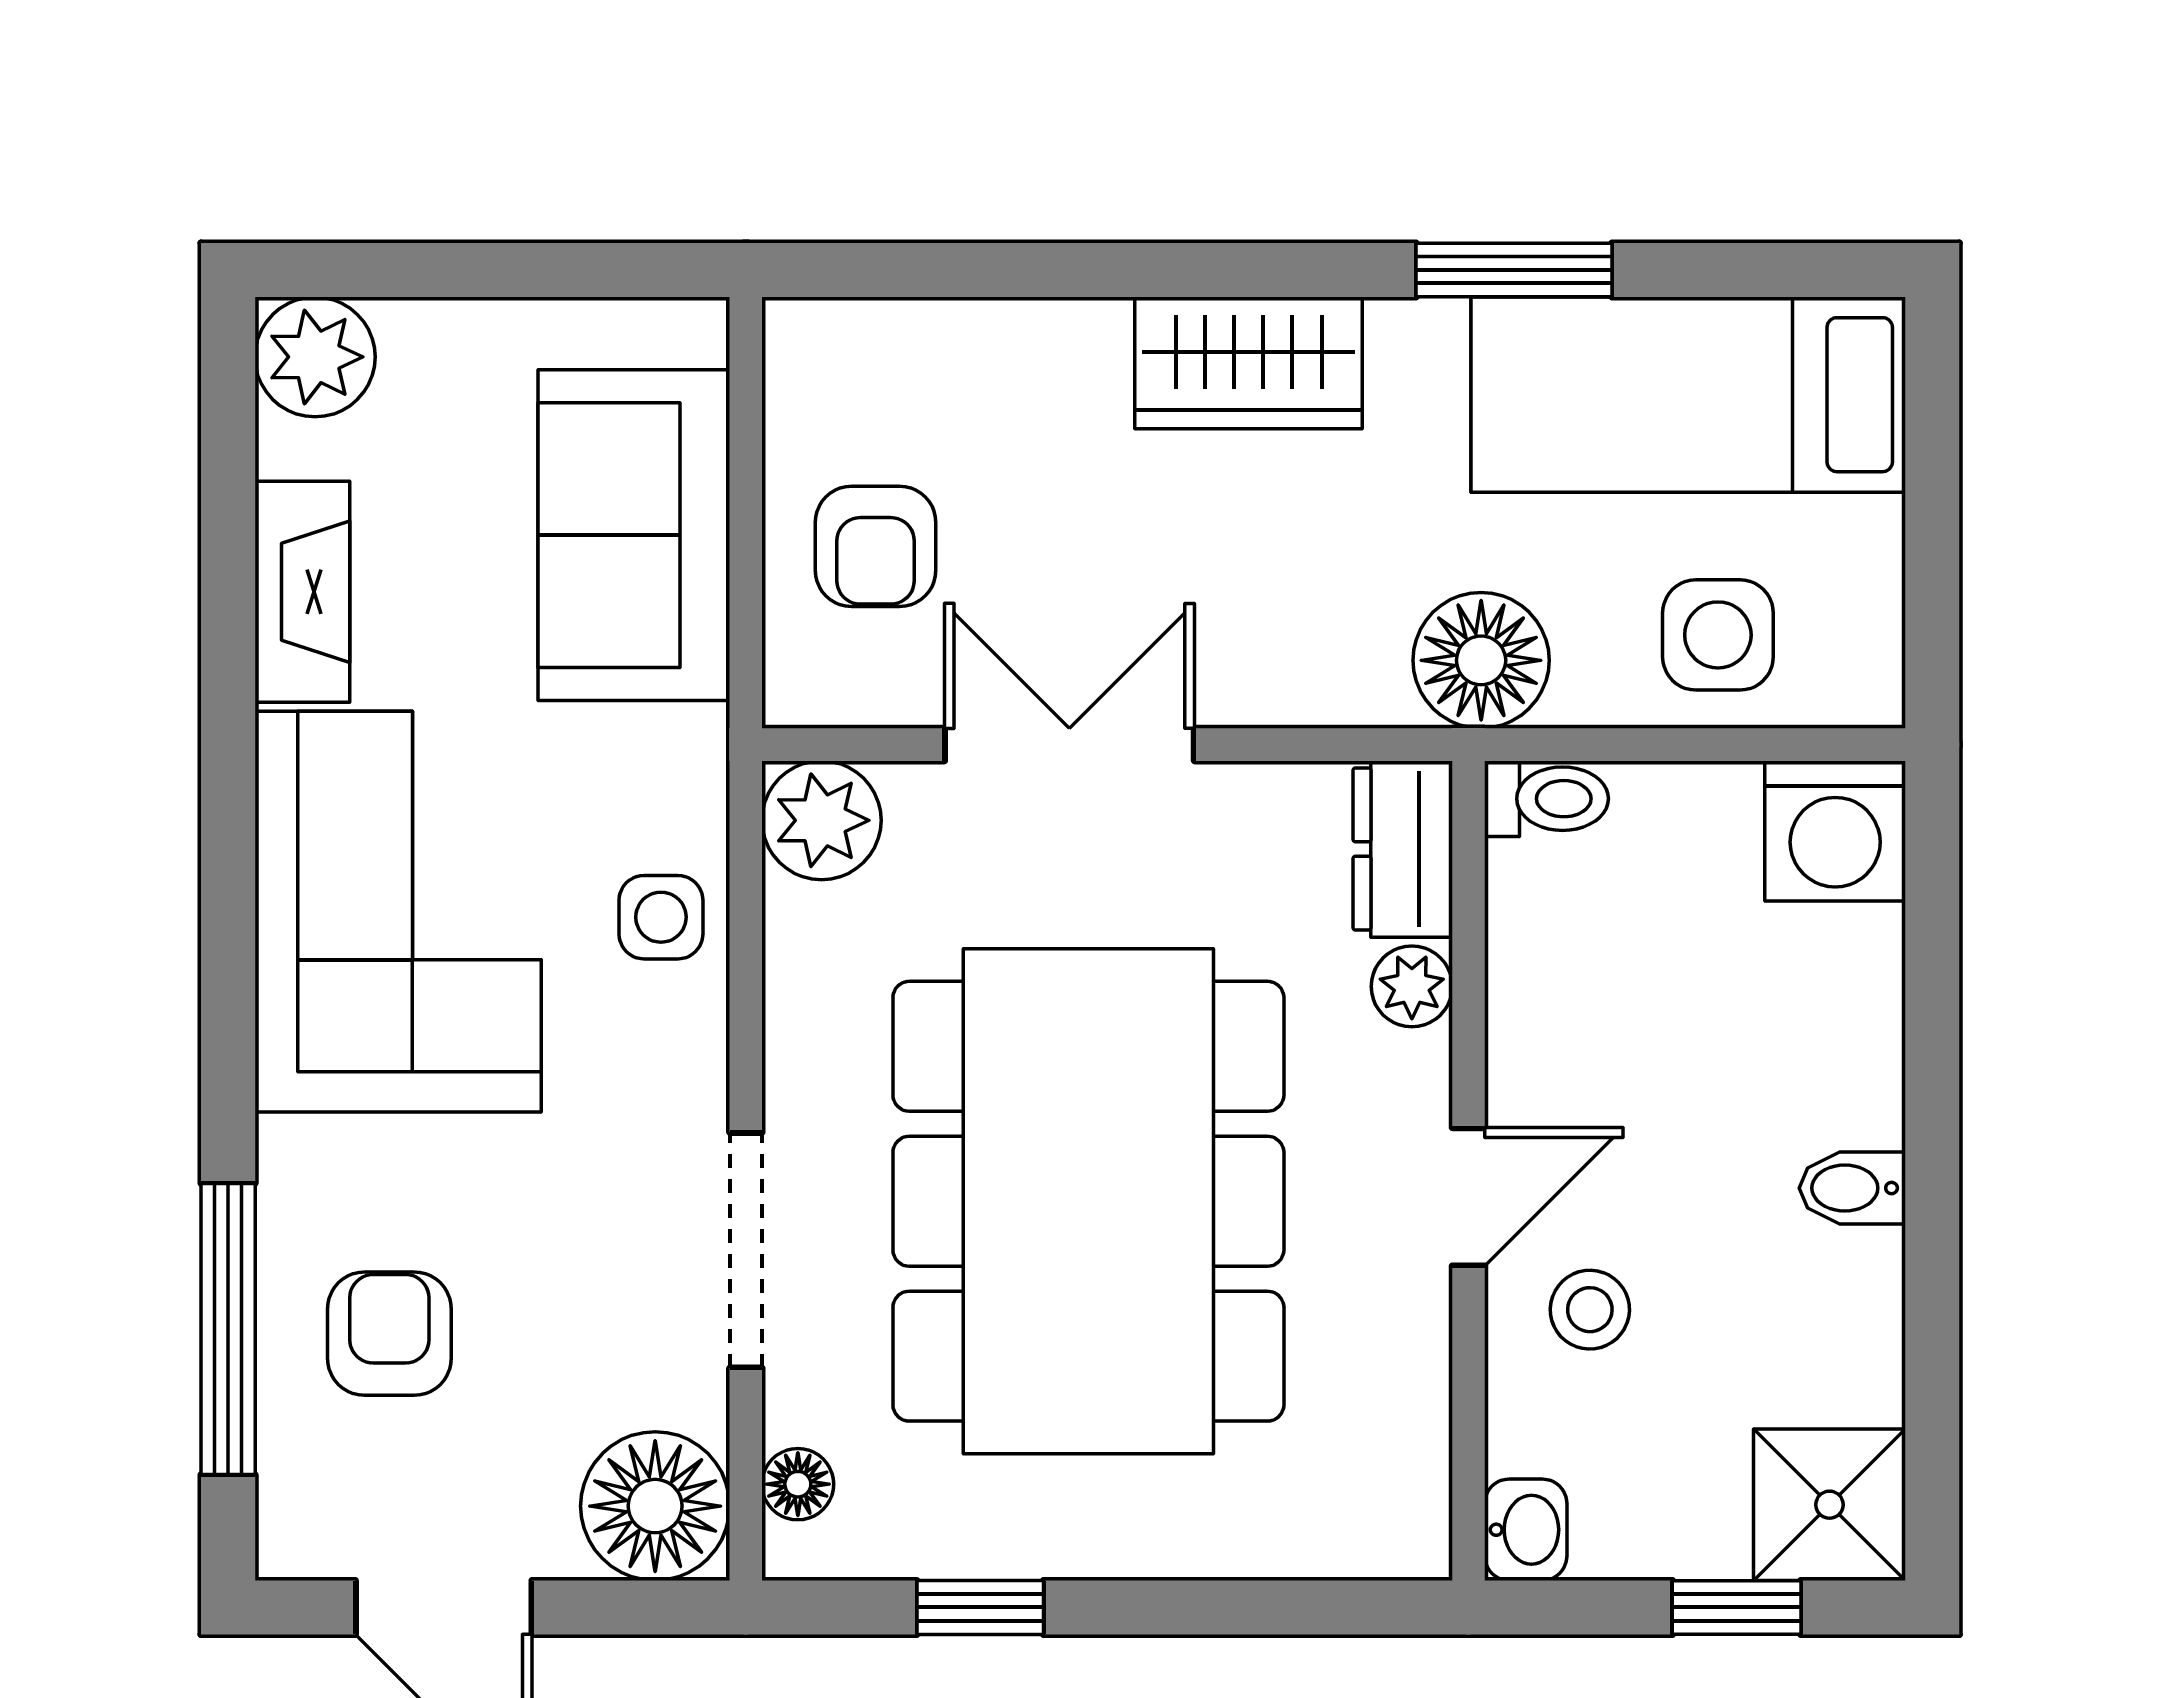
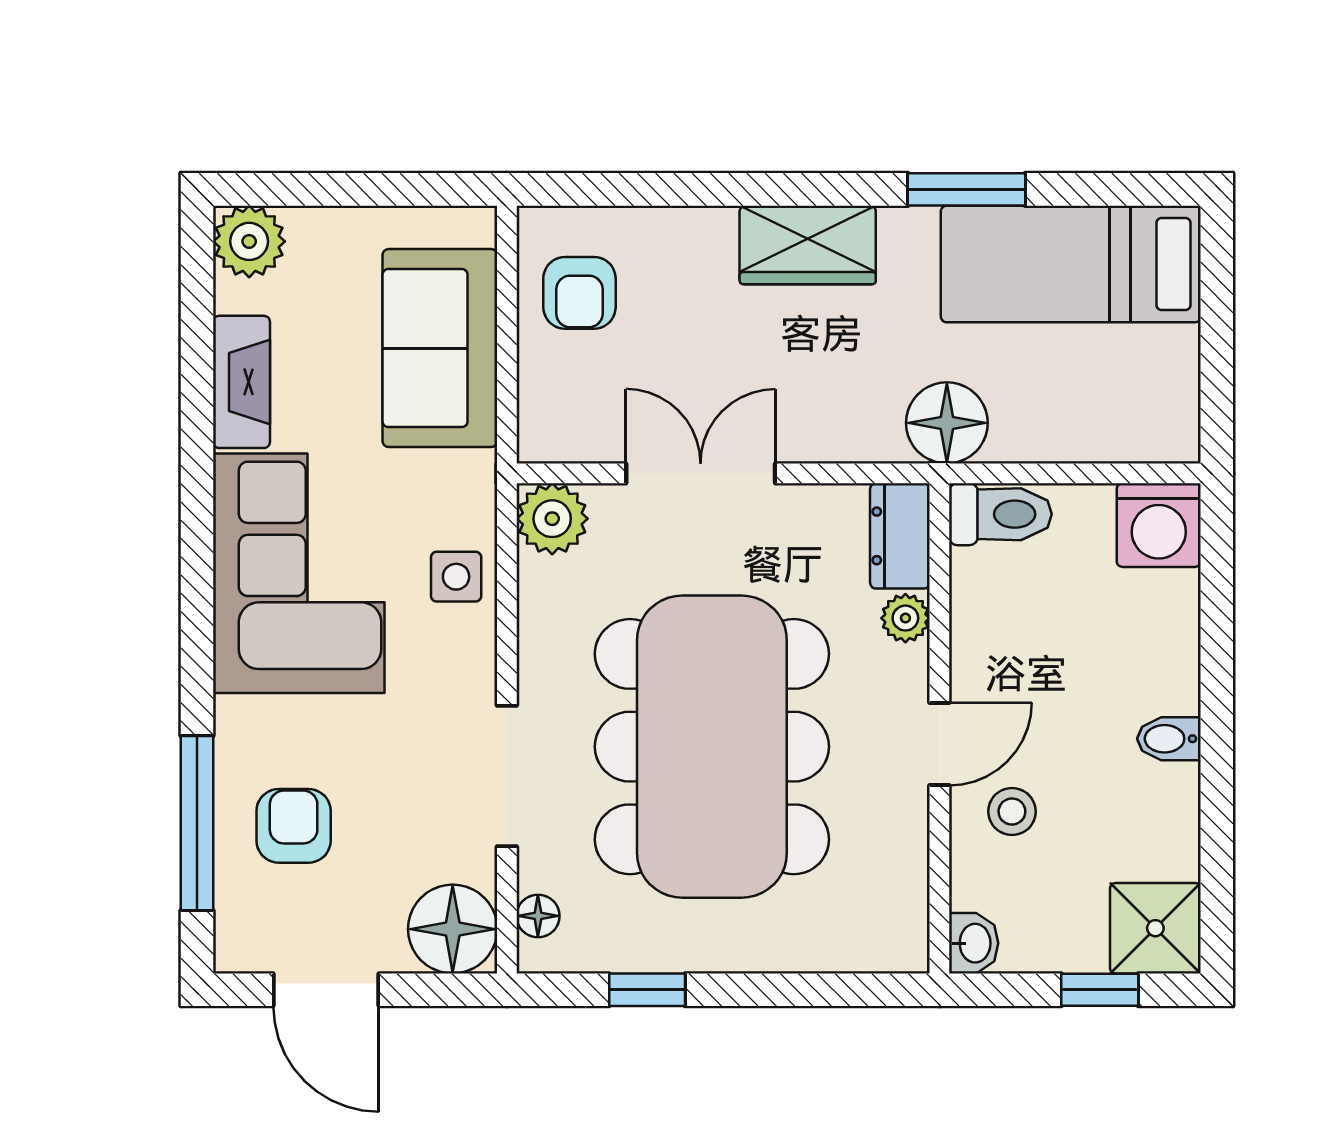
armchair: (876, 546) -> (579, 293), moved
side table: (1718, 635) -> (1089, 408), removed
toilet: (1546, 799) -> (1000, 514), width x1.37, depth x1.39

